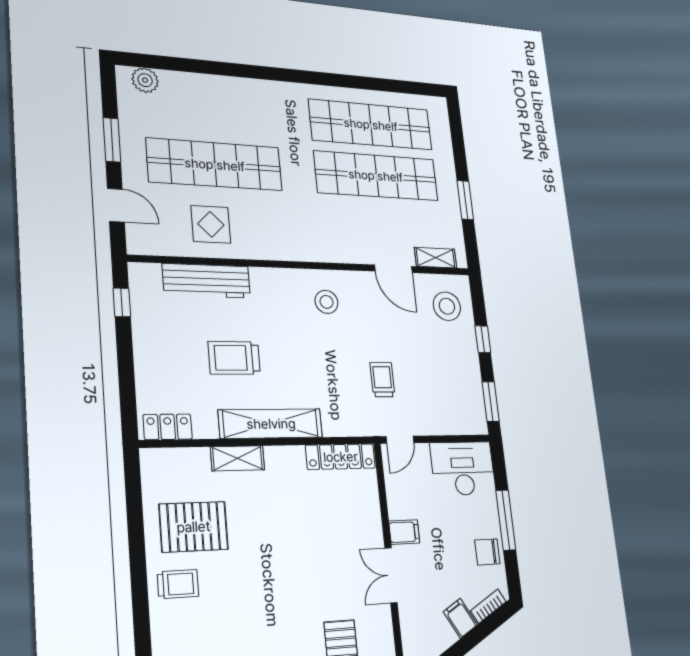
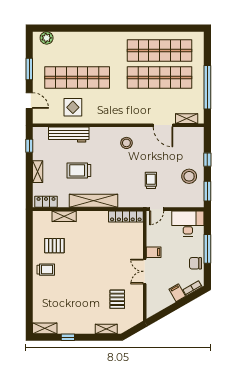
window: (465, 200) -> (207, 87), width x2.11
stool: (447, 306) -> (189, 176), moved
shelving: (144, 359) -> (38, 172), added
shelving: (237, 458) -> (64, 216), moved
pallet: (194, 527) -> (54, 246), width x0.67, depth x0.71

